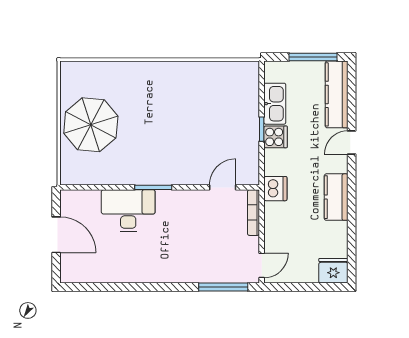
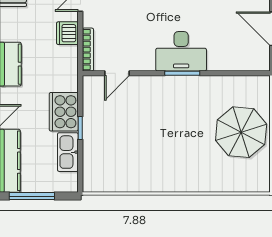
cooker: (276, 137) -> (64, 112), width x1.87, depth x1.31
dishwasher: (275, 189) -> (67, 33), moved
desk: (128, 211) -> (181, 51), moved

